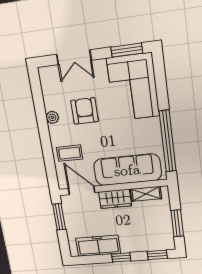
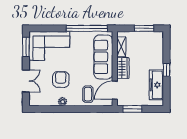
armchair: (85, 111) -> (61, 79), turned 90
window: (157, 255) -> (166, 45), removed

